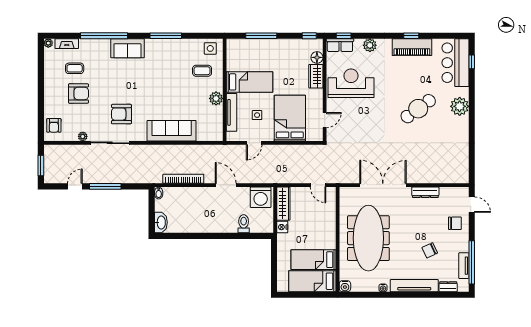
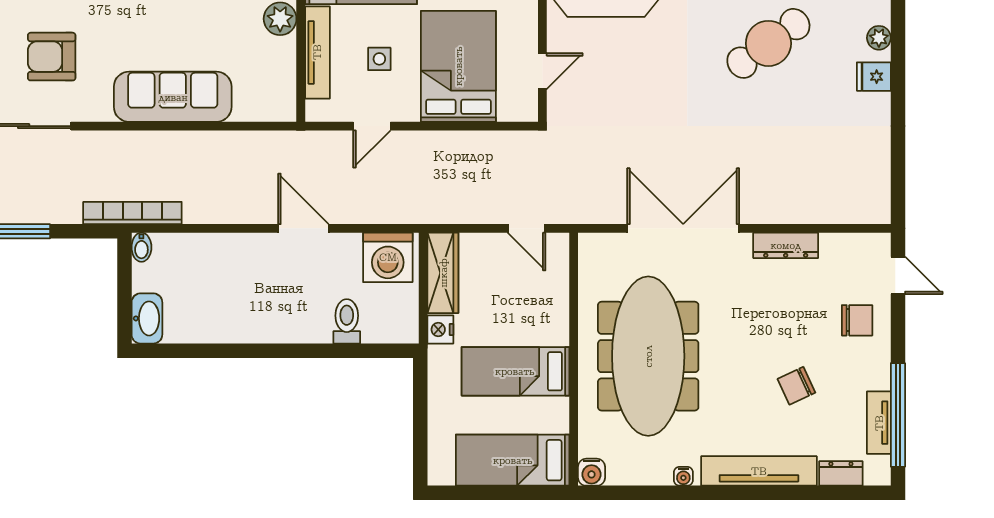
plant: (460, 106) -> (879, 38), width x0.53, depth x0.53
fridge: (462, 122) -> (874, 77), added
bookcase: (183, 179) -> (132, 213), moved
bed: (313, 260) -> (515, 371), moved

